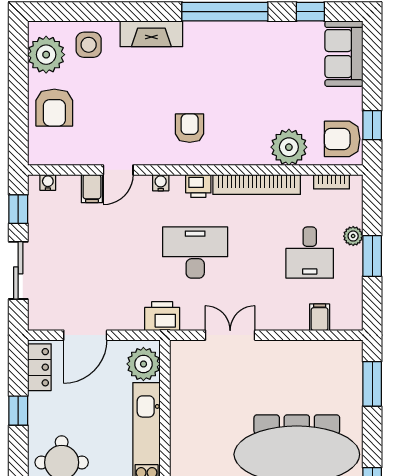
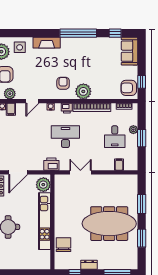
plant: (289, 147) -> (83, 91), moved
plant: (66, 152) -> (10, 94), added
filing cabinet: (92, 189) -> (11, 109), moved
window: (372, 384) -> (142, 204), moved

